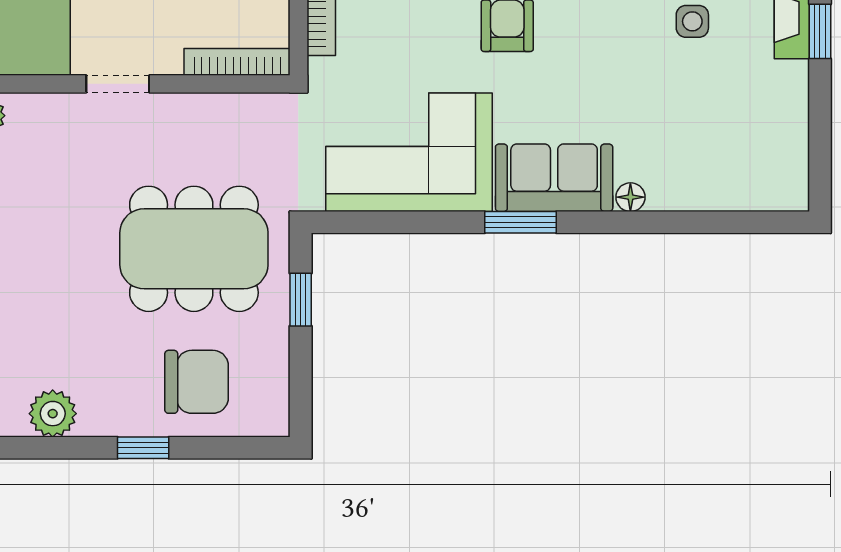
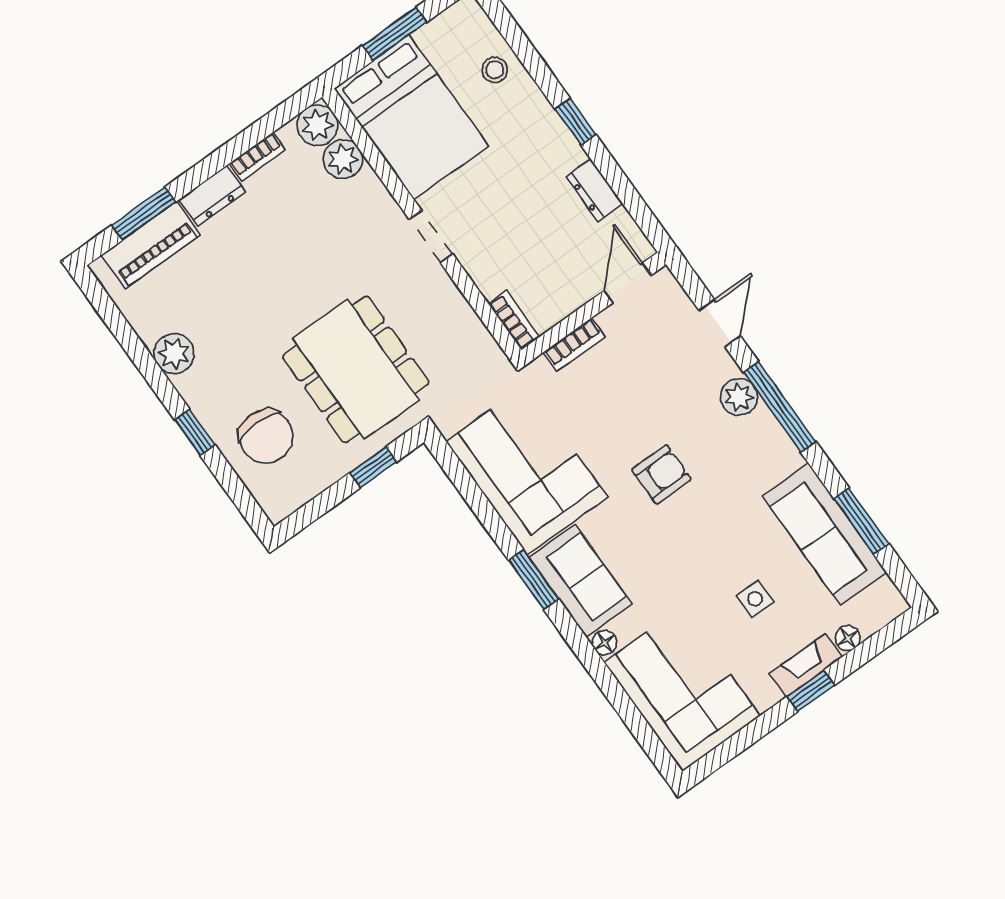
bookcase: (237, 62) -> (514, 320), width x0.64
corner sofa: (729, 155) -> (682, 689), added

